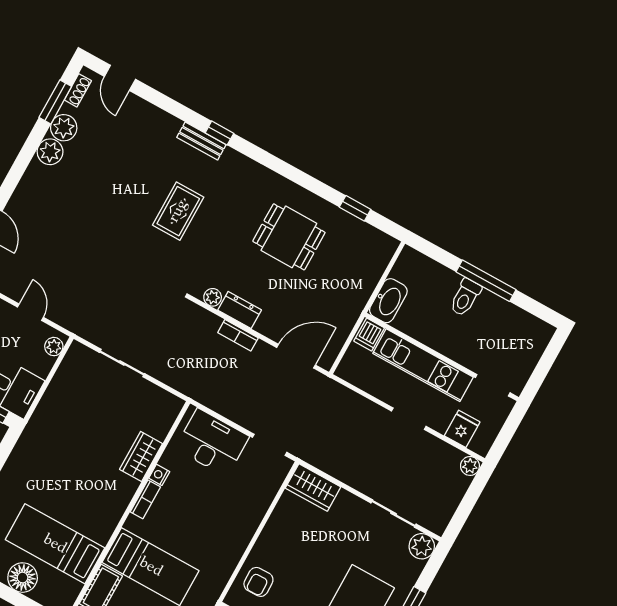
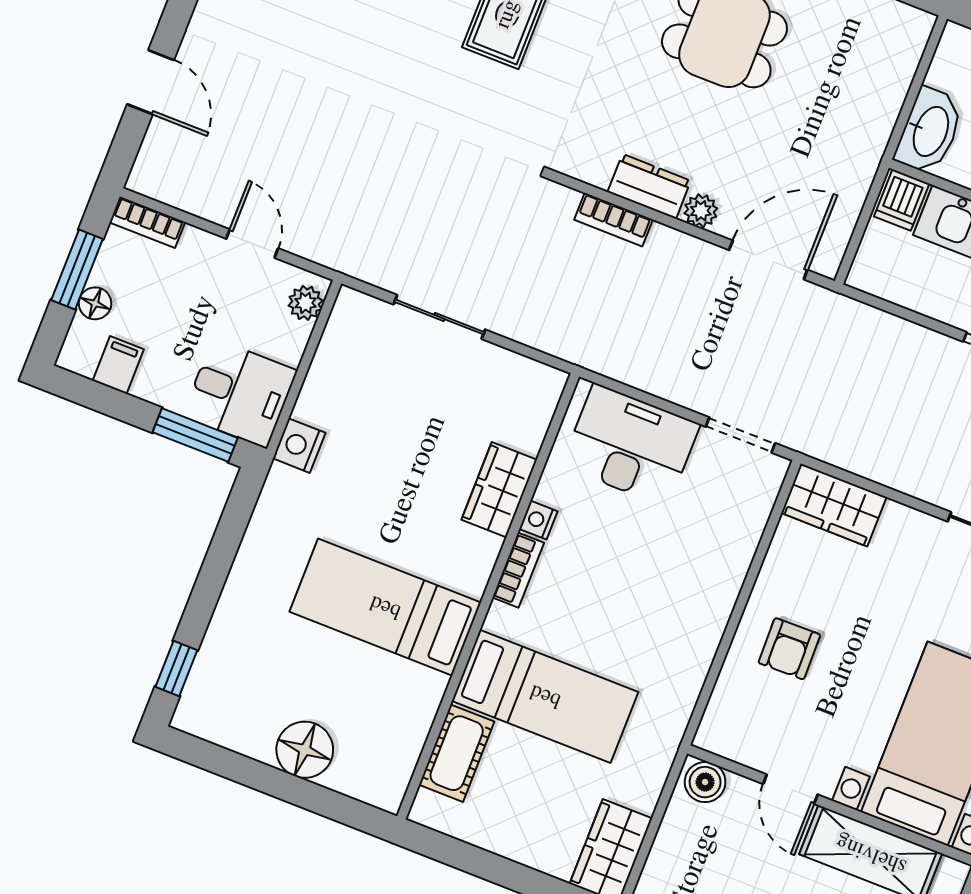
plant: (213, 297) -> (701, 211), moved
bookcase: (238, 335) -> (614, 220), moved
nightstand: (41, 420) -> (299, 446), added
bed: (55, 544) -> (385, 607), moved
armchair: (258, 582) -> (789, 649), moved

